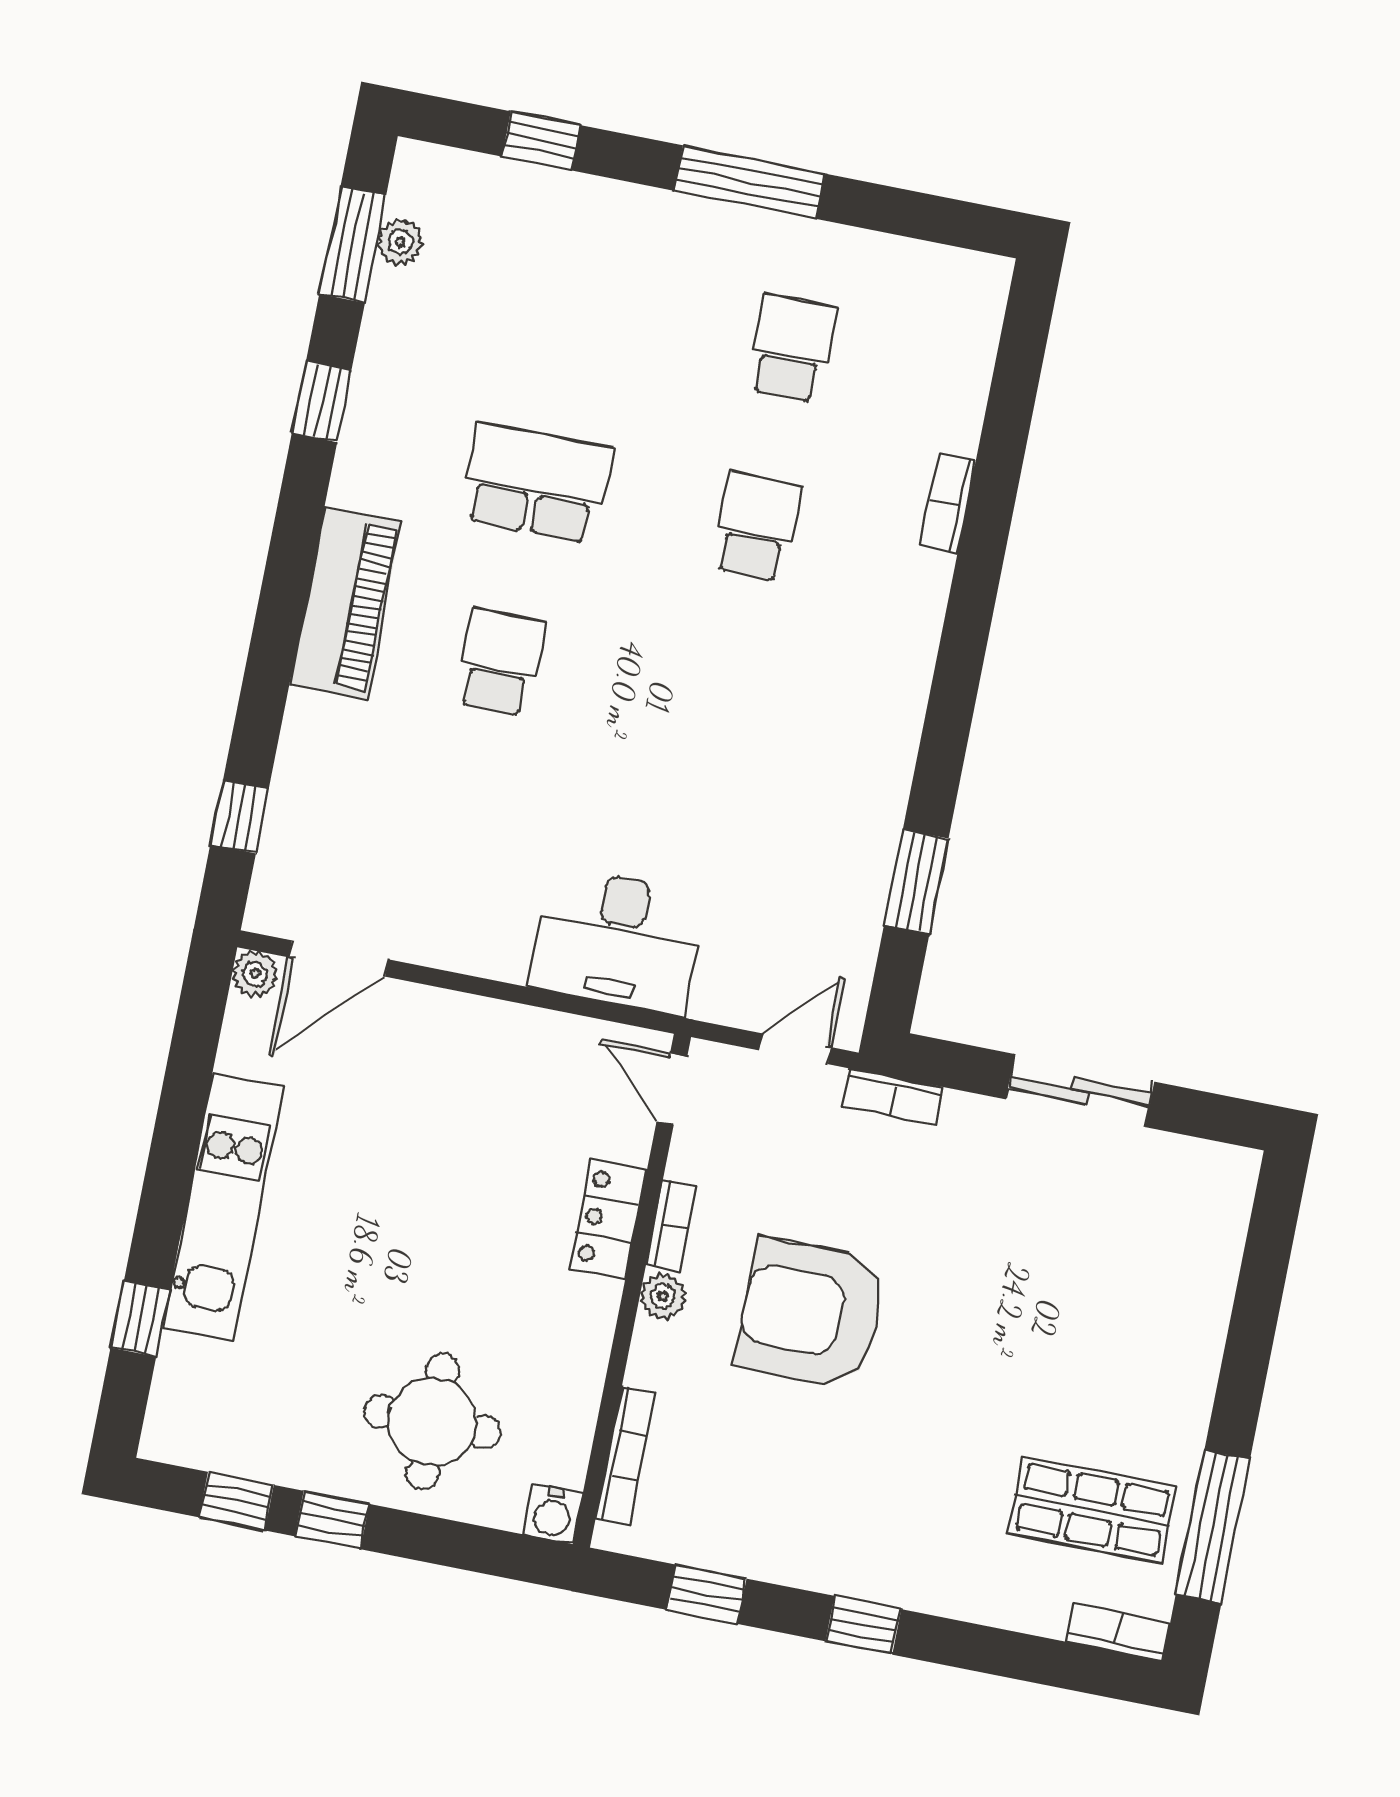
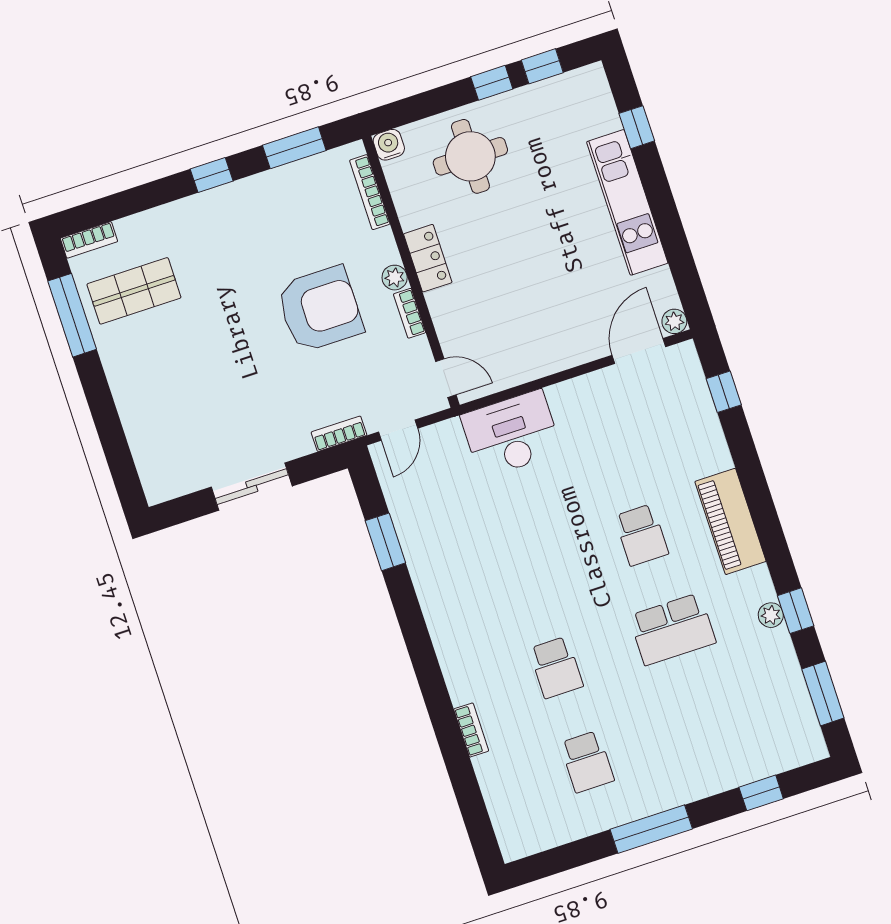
plant: (400, 242) -> (771, 615), moved
locker: (608, 1219) -> (428, 258), moved
window: (707, 1594) -> (294, 148), width x1.50

